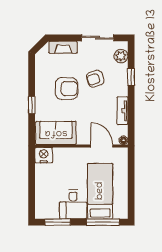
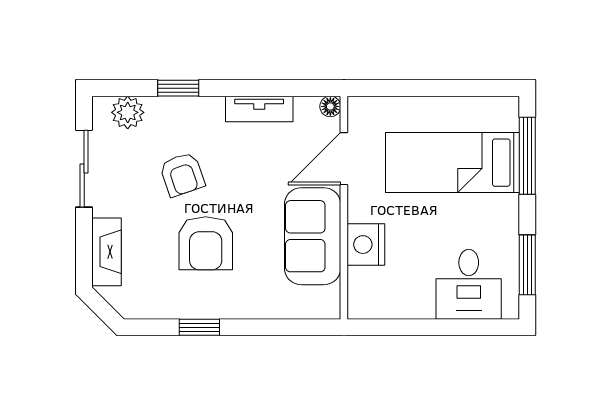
armchair: (67, 88) -> (206, 243), turned 180
window: (32, 105) -> (199, 327), moved
sofa: (56, 133) -> (313, 236), moved
nightstand: (44, 155) -> (366, 245), moved
desk: (73, 204) -> (469, 284), moved, turned 90

